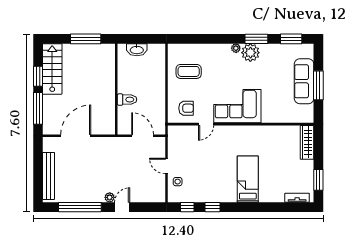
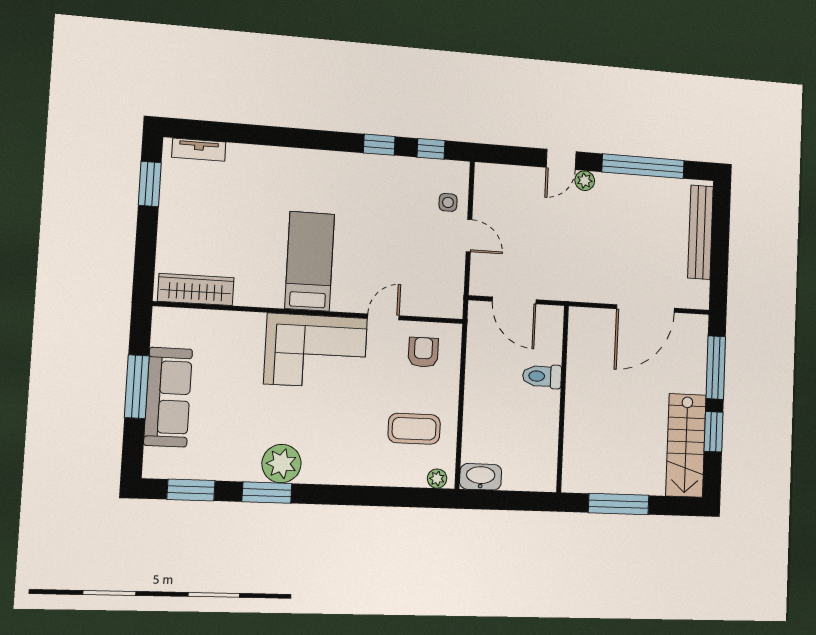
plant: (236, 48) -> (437, 479), moved
washbasin: (137, 50) -> (481, 477), moved
armchair: (186, 108) -> (423, 352), turned 90
wardrobe: (307, 142) -> (196, 289), moved, turned -90
bed: (248, 179) -> (310, 261), moved, turned 180

